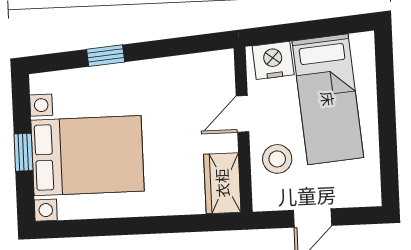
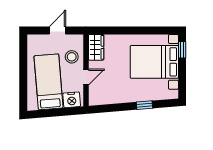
window: (23, 152) -> (182, 50), moved

